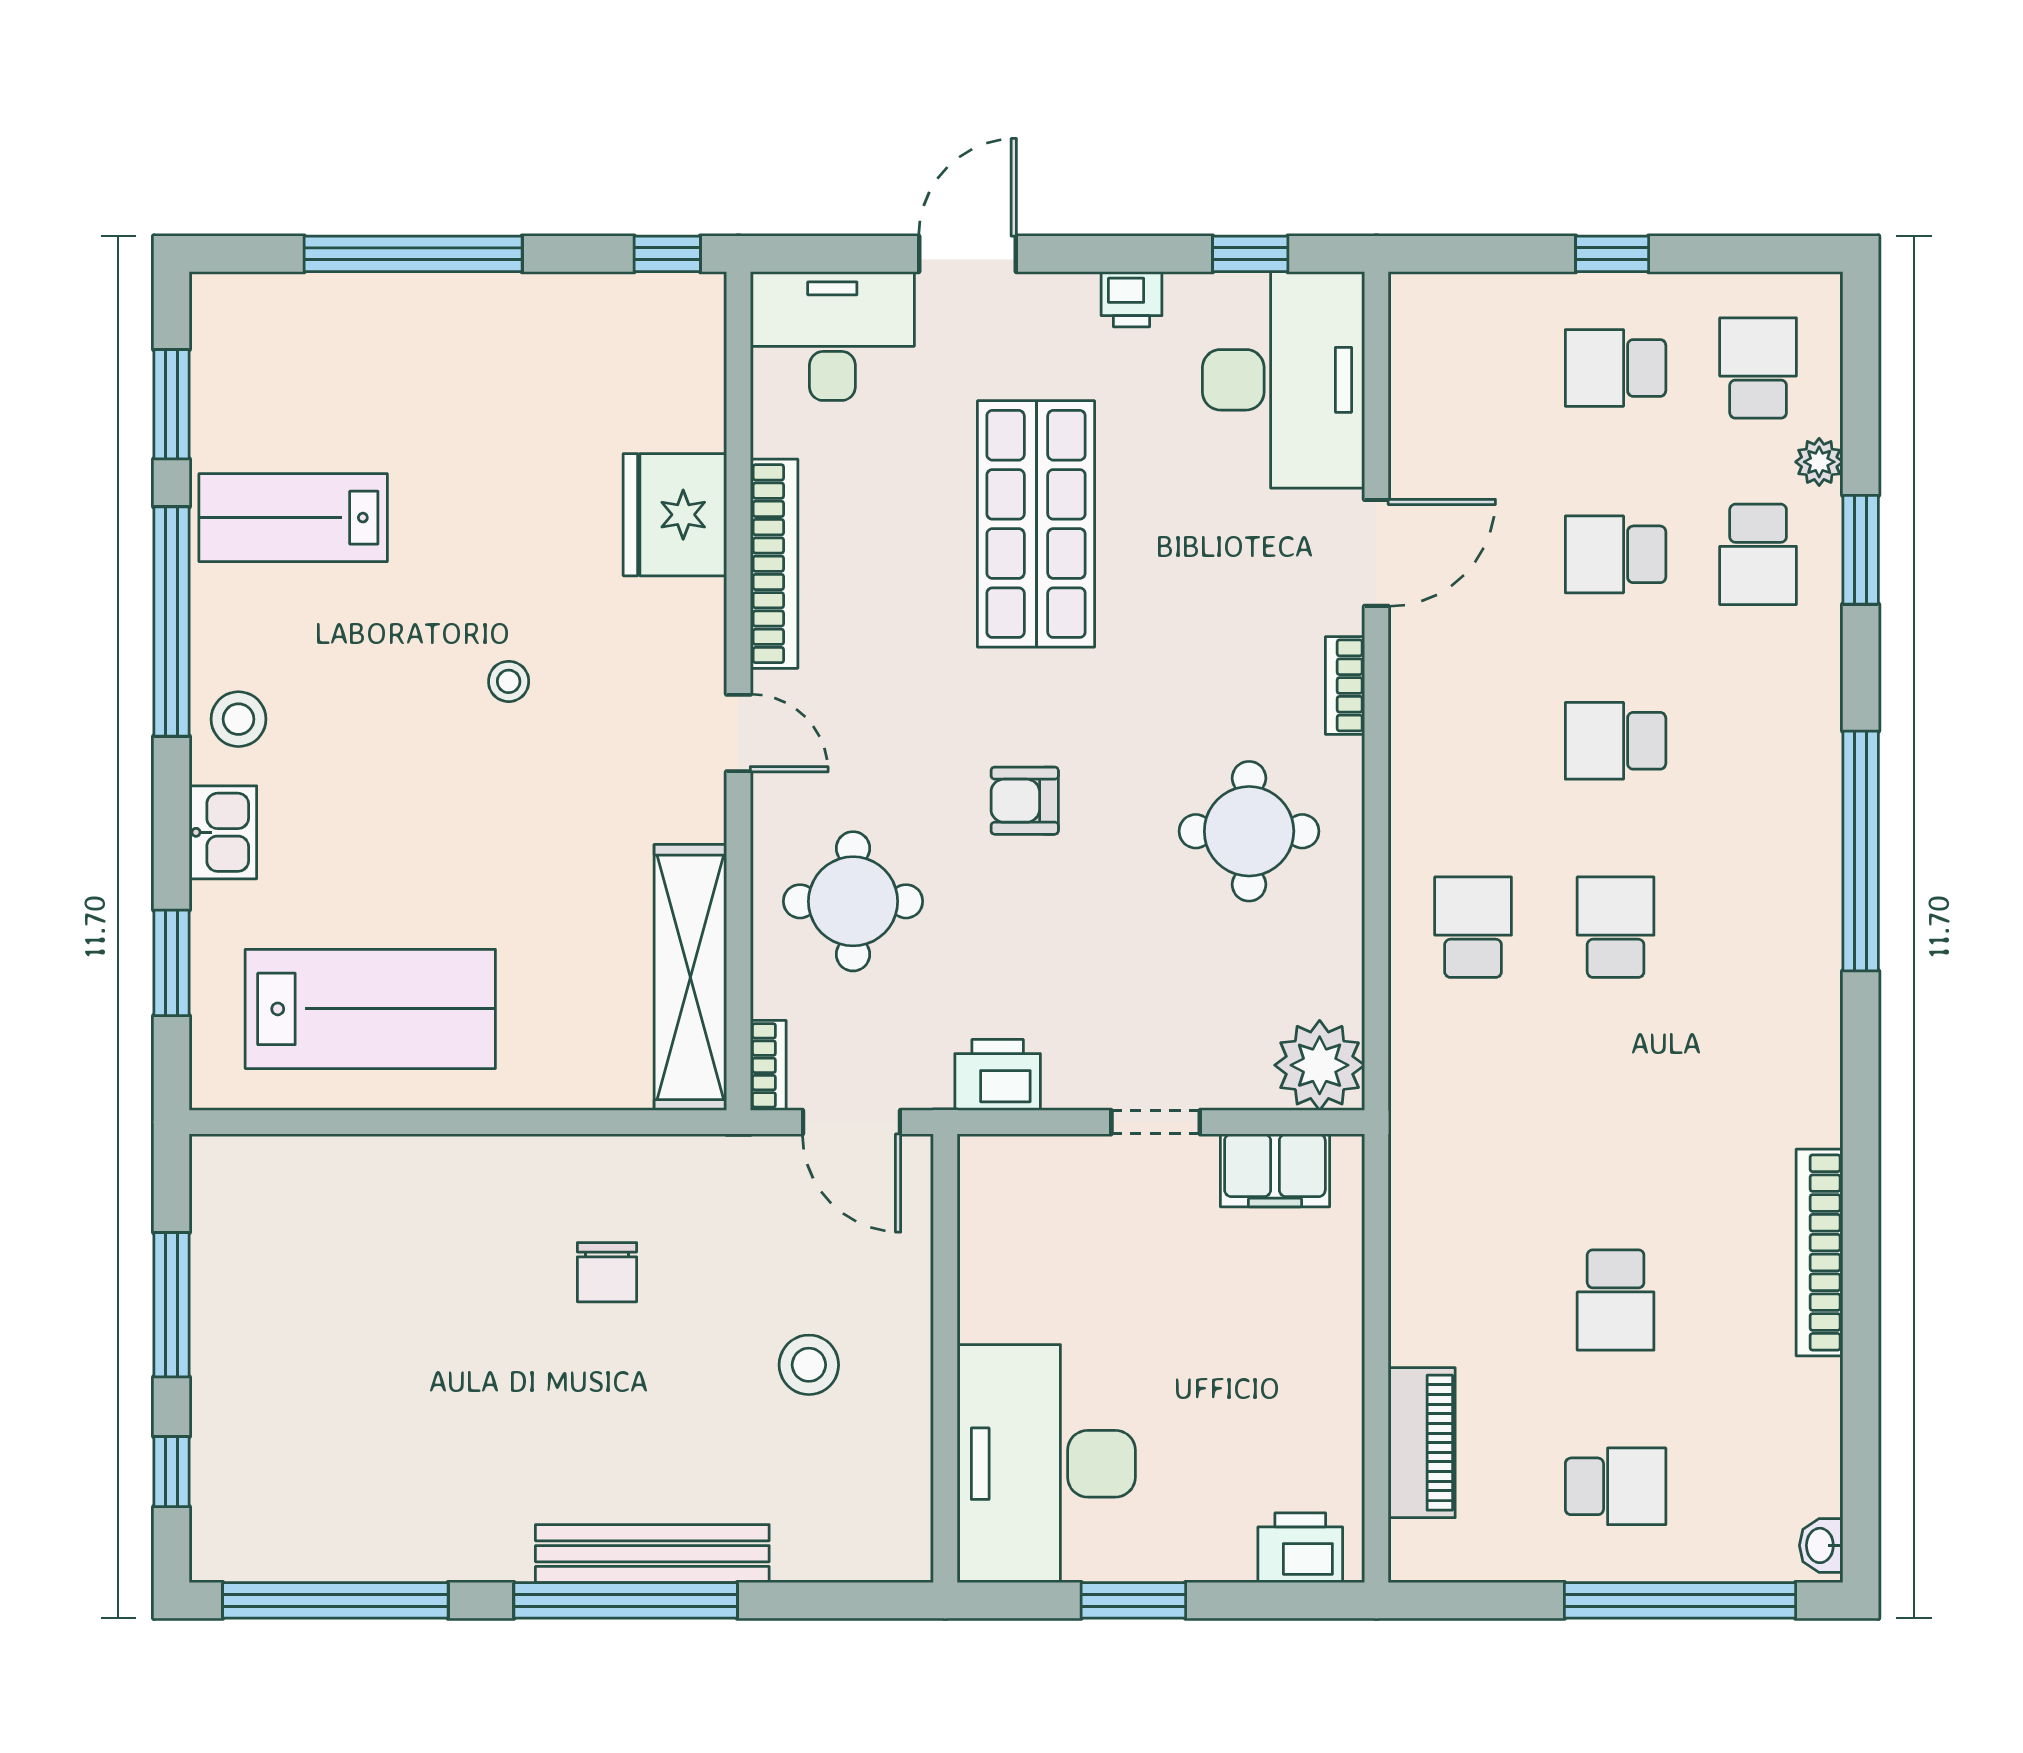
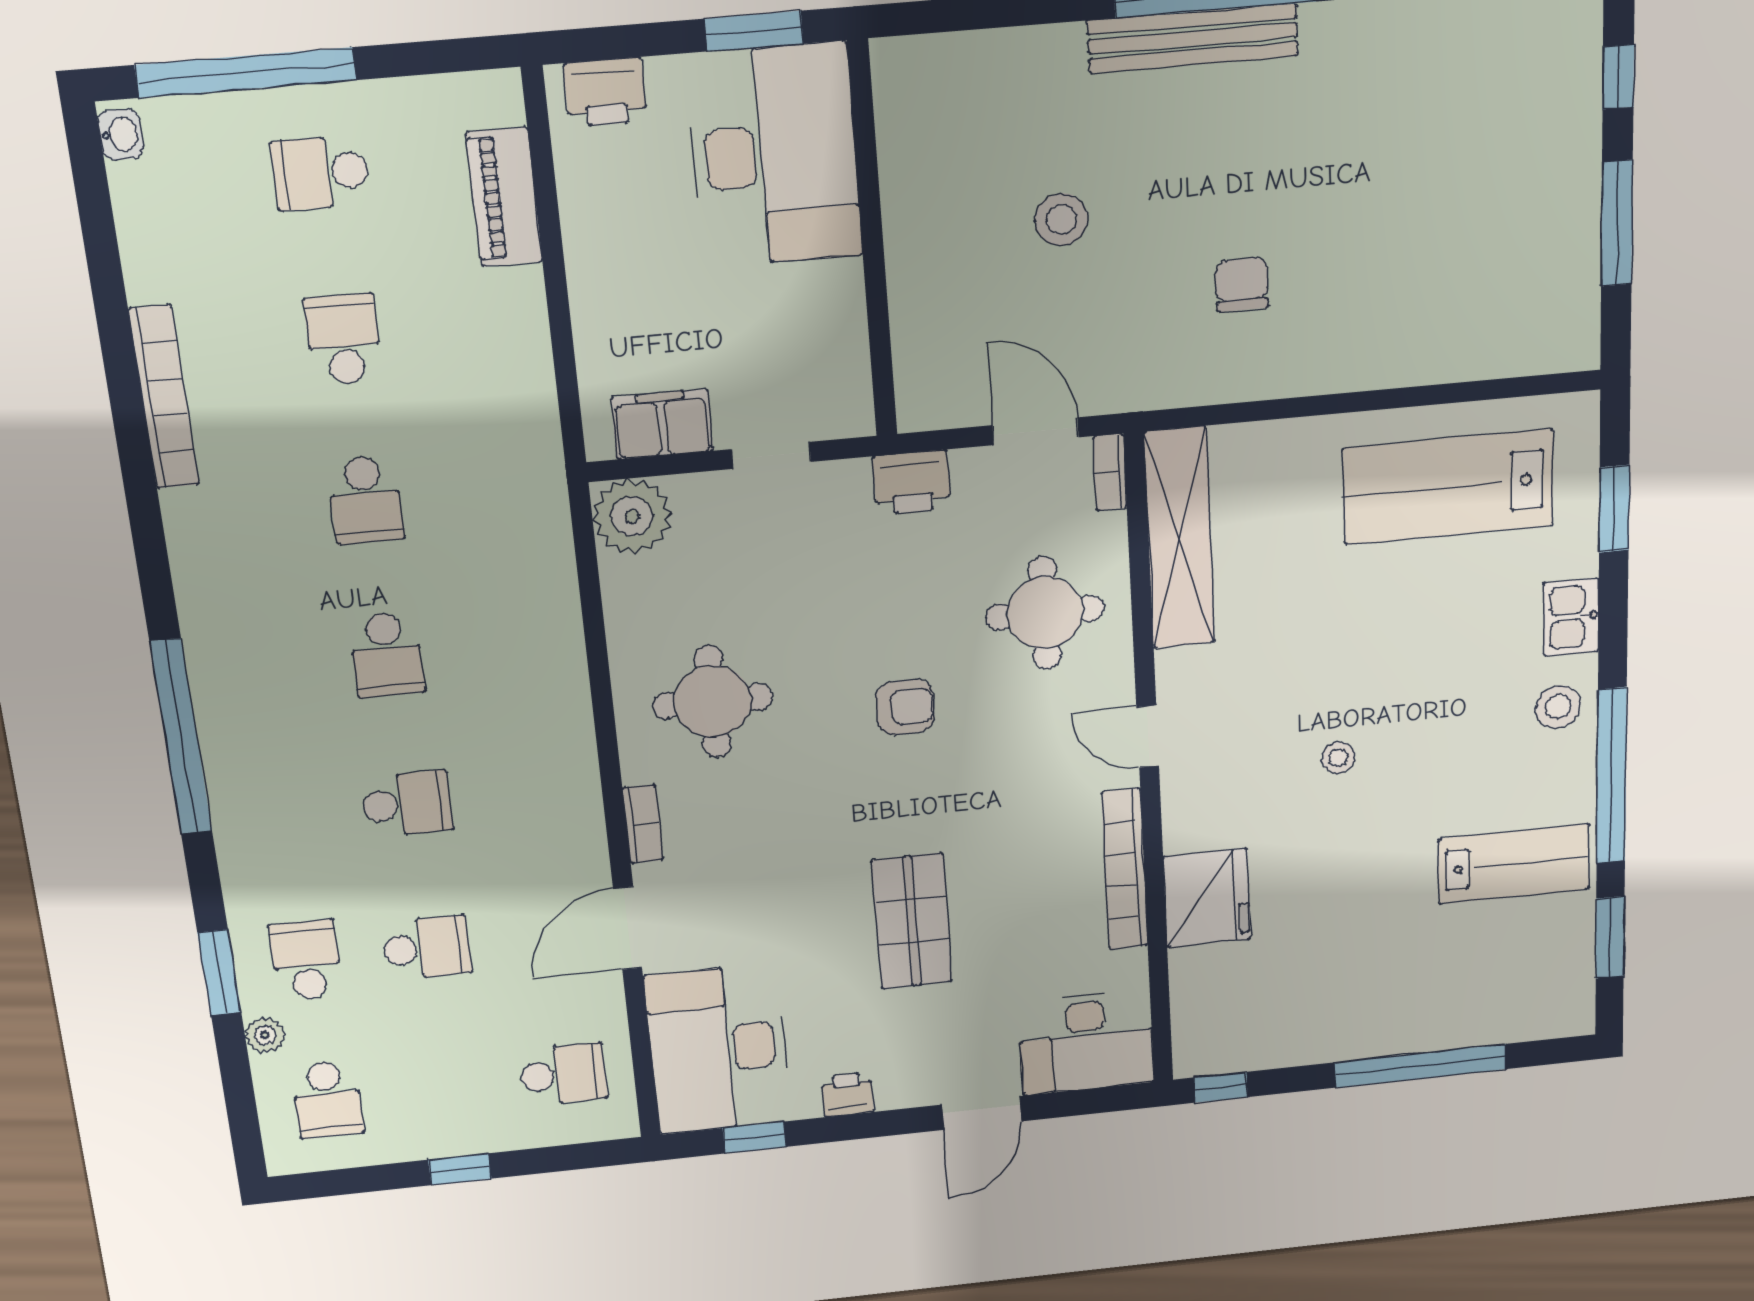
school desk: (1616, 368) -> (563, 1074), moved
shop shelf: (1036, 524) -> (912, 921), width x0.70, depth x0.74
school desk: (1473, 927) -> (365, 500), moved
wall: (945, 1358) -> (872, 241), moved
desk: (1046, 1464) -> (774, 155), moved

